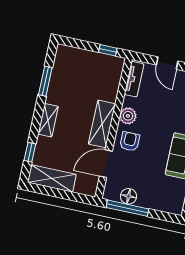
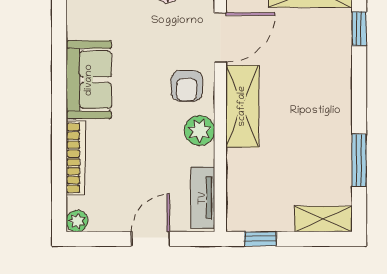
door: (167, 63) -> (150, 239), hinge flipped
shelving: (48, 120) -> (323, 219), moved, turned 90

